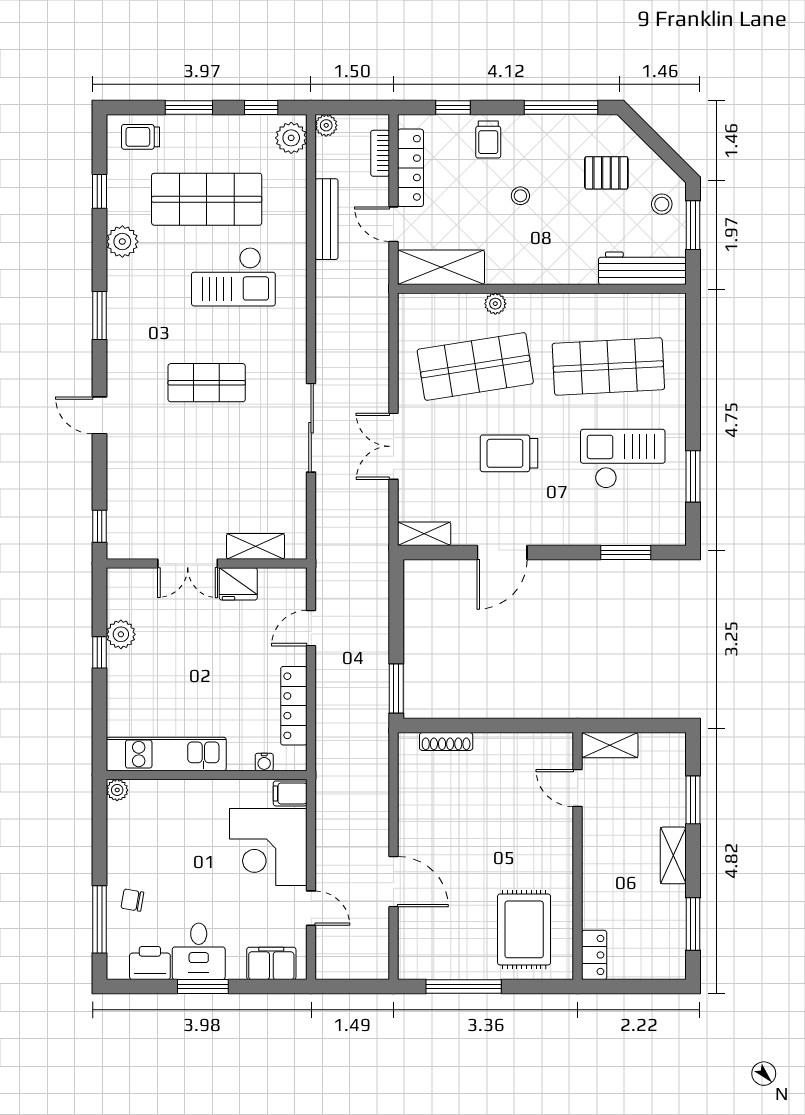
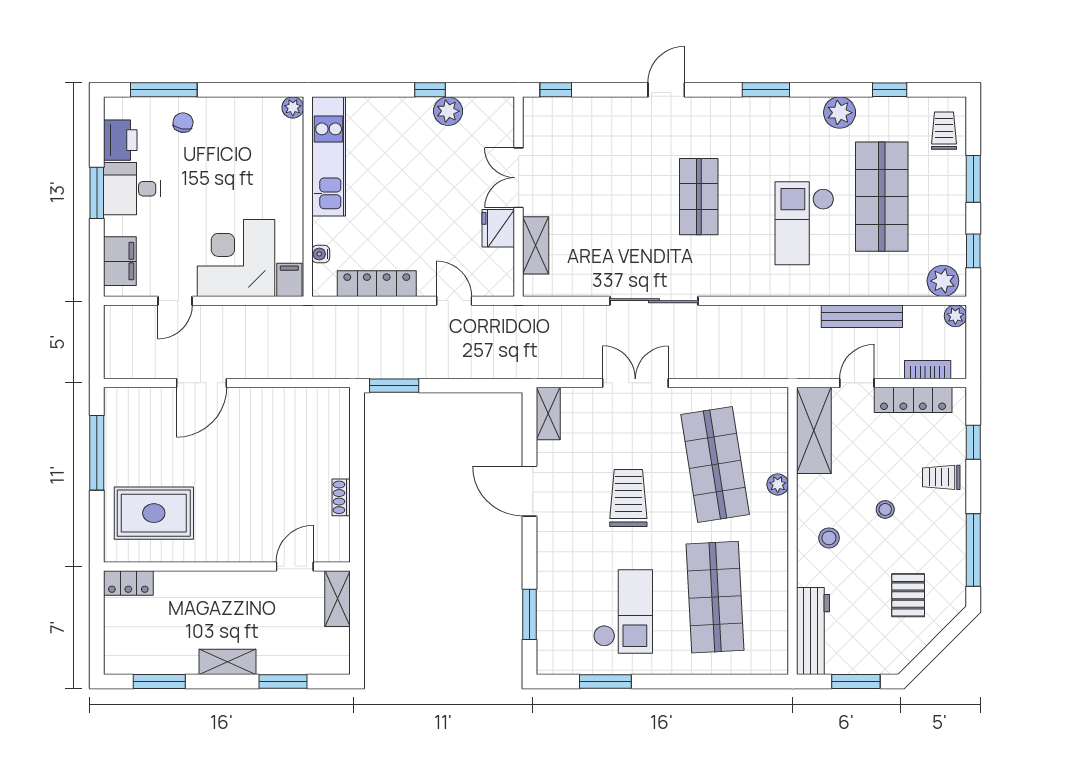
stool: (662, 204) -> (829, 538), moved
shoe rack: (446, 741) -> (341, 497), moved, width x0.70

